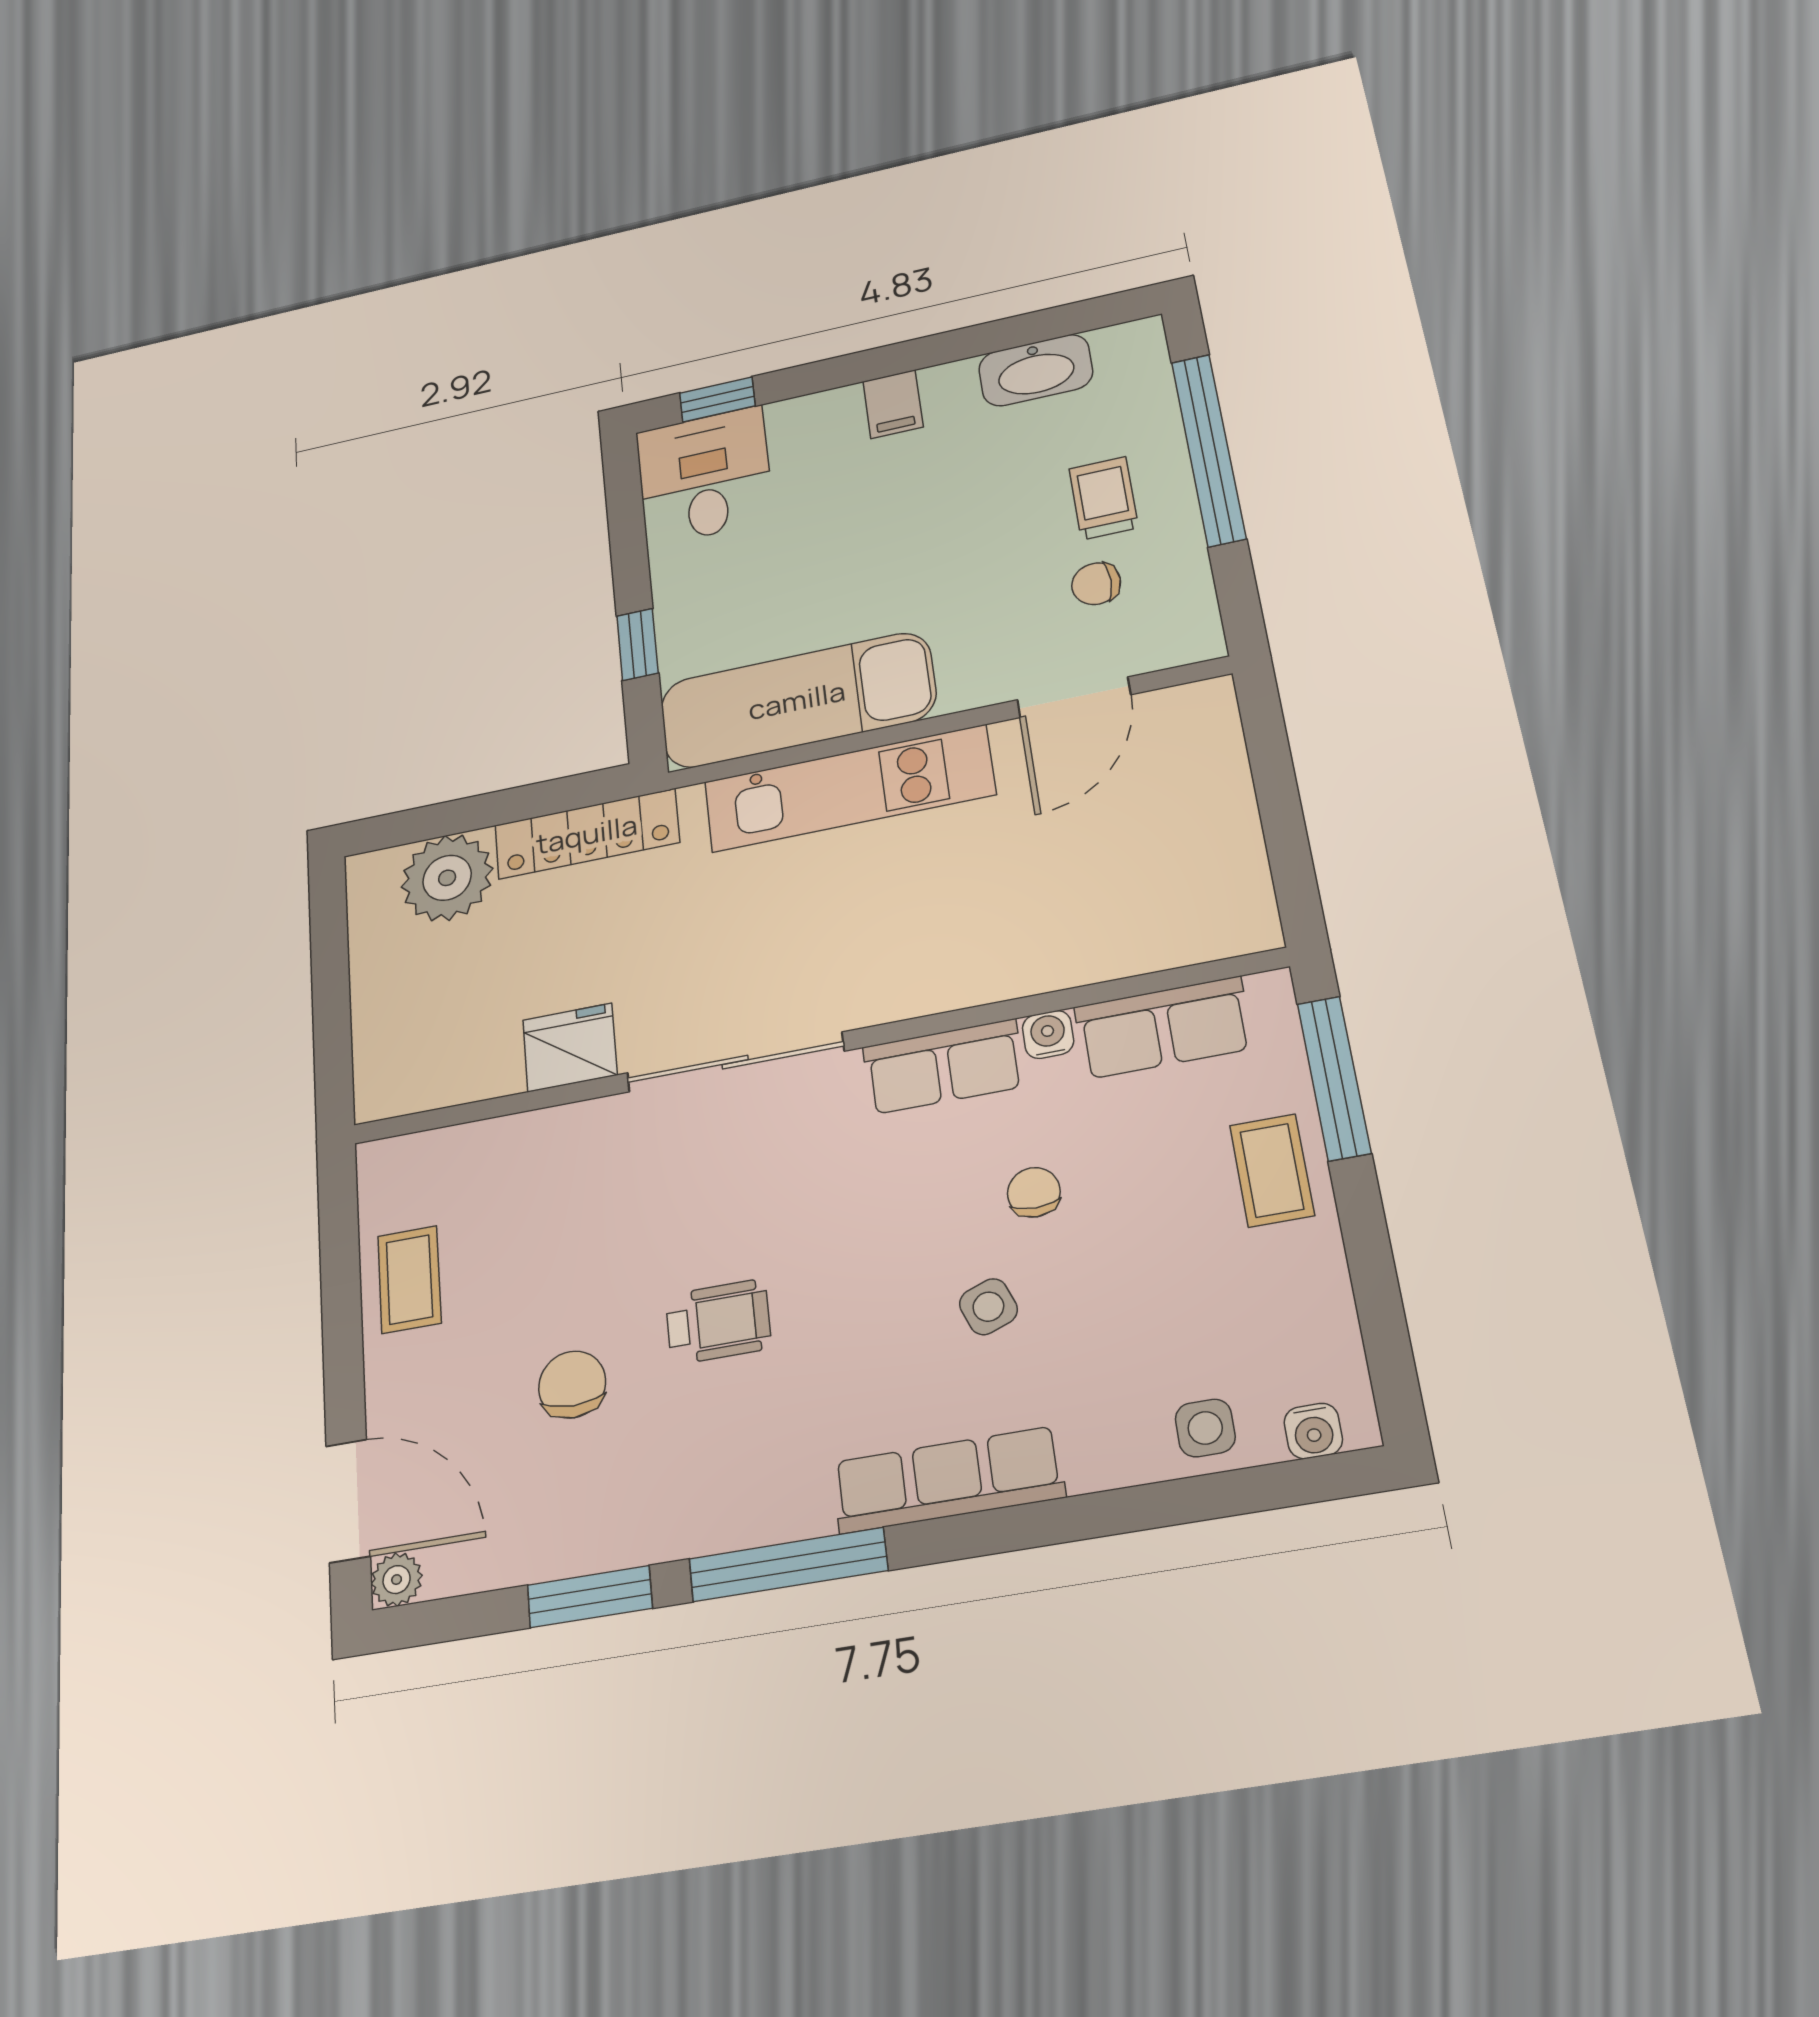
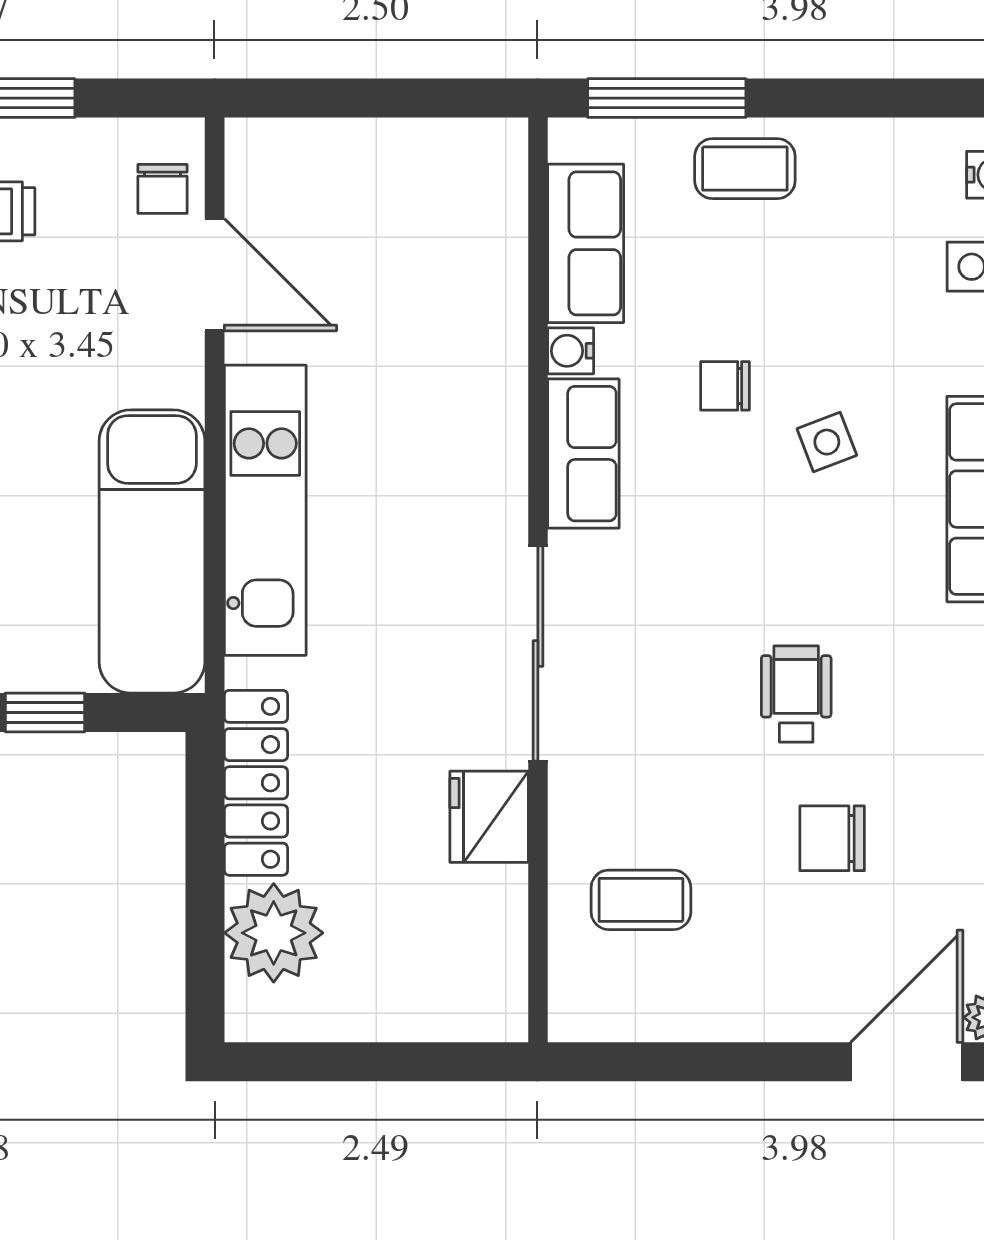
chair: (1096, 584) -> (162, 189), moved
coffee table: (409, 1279) -> (641, 900), moved

